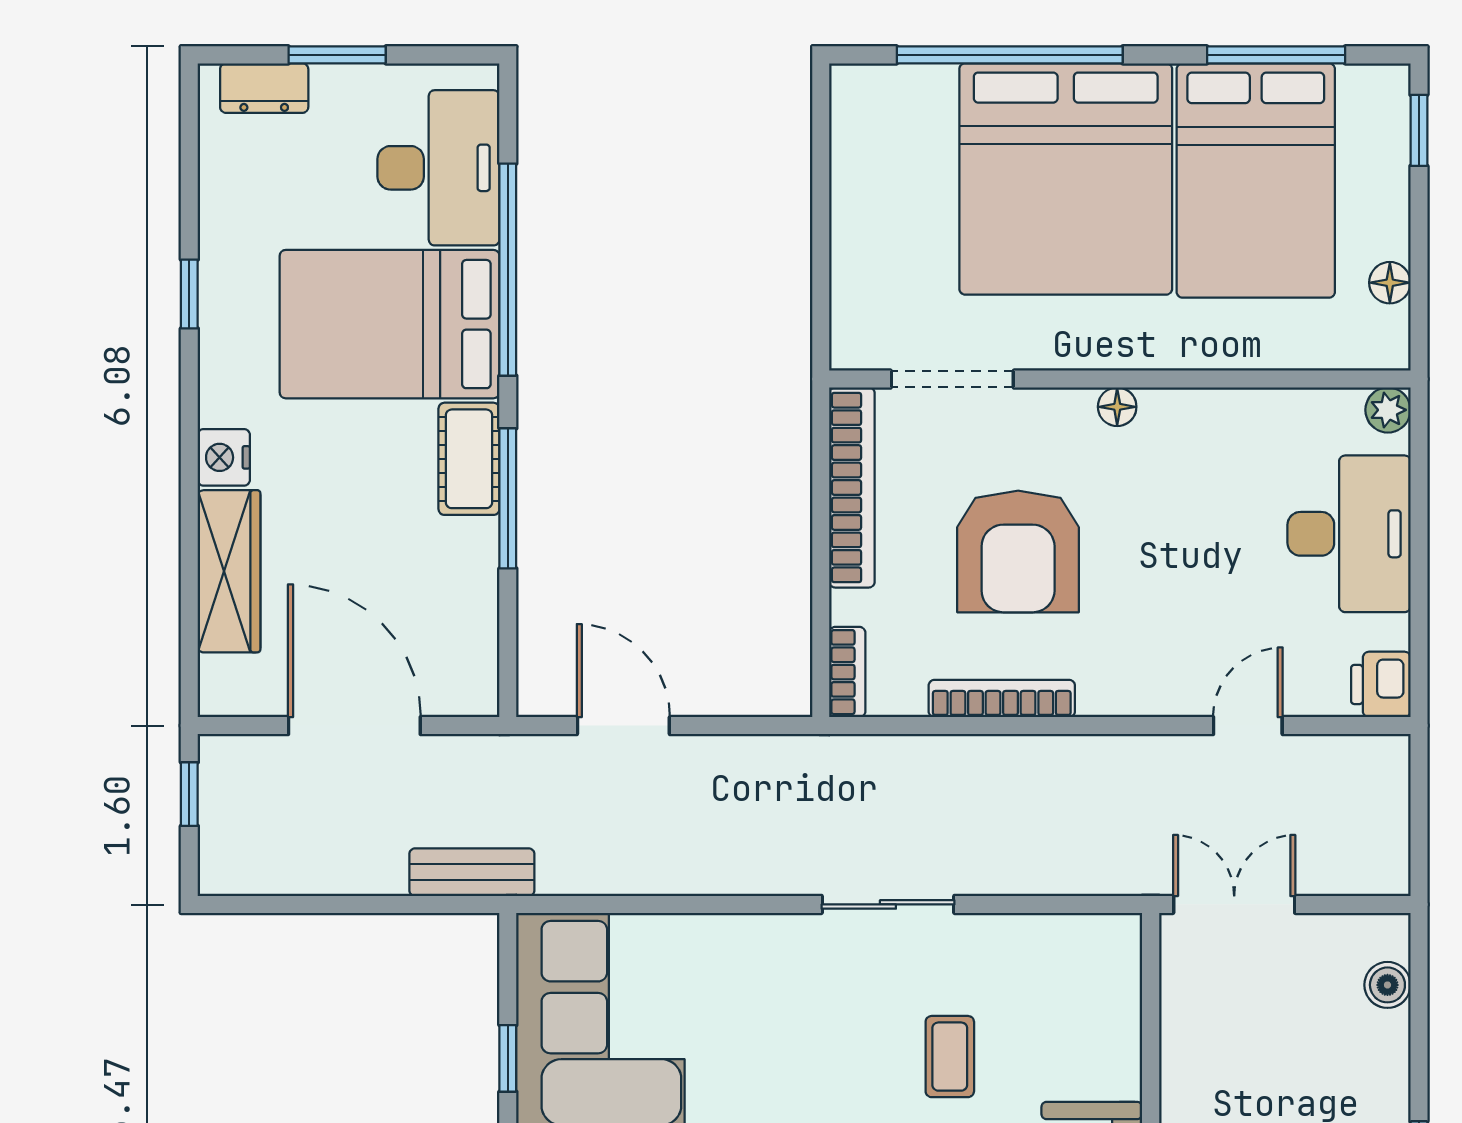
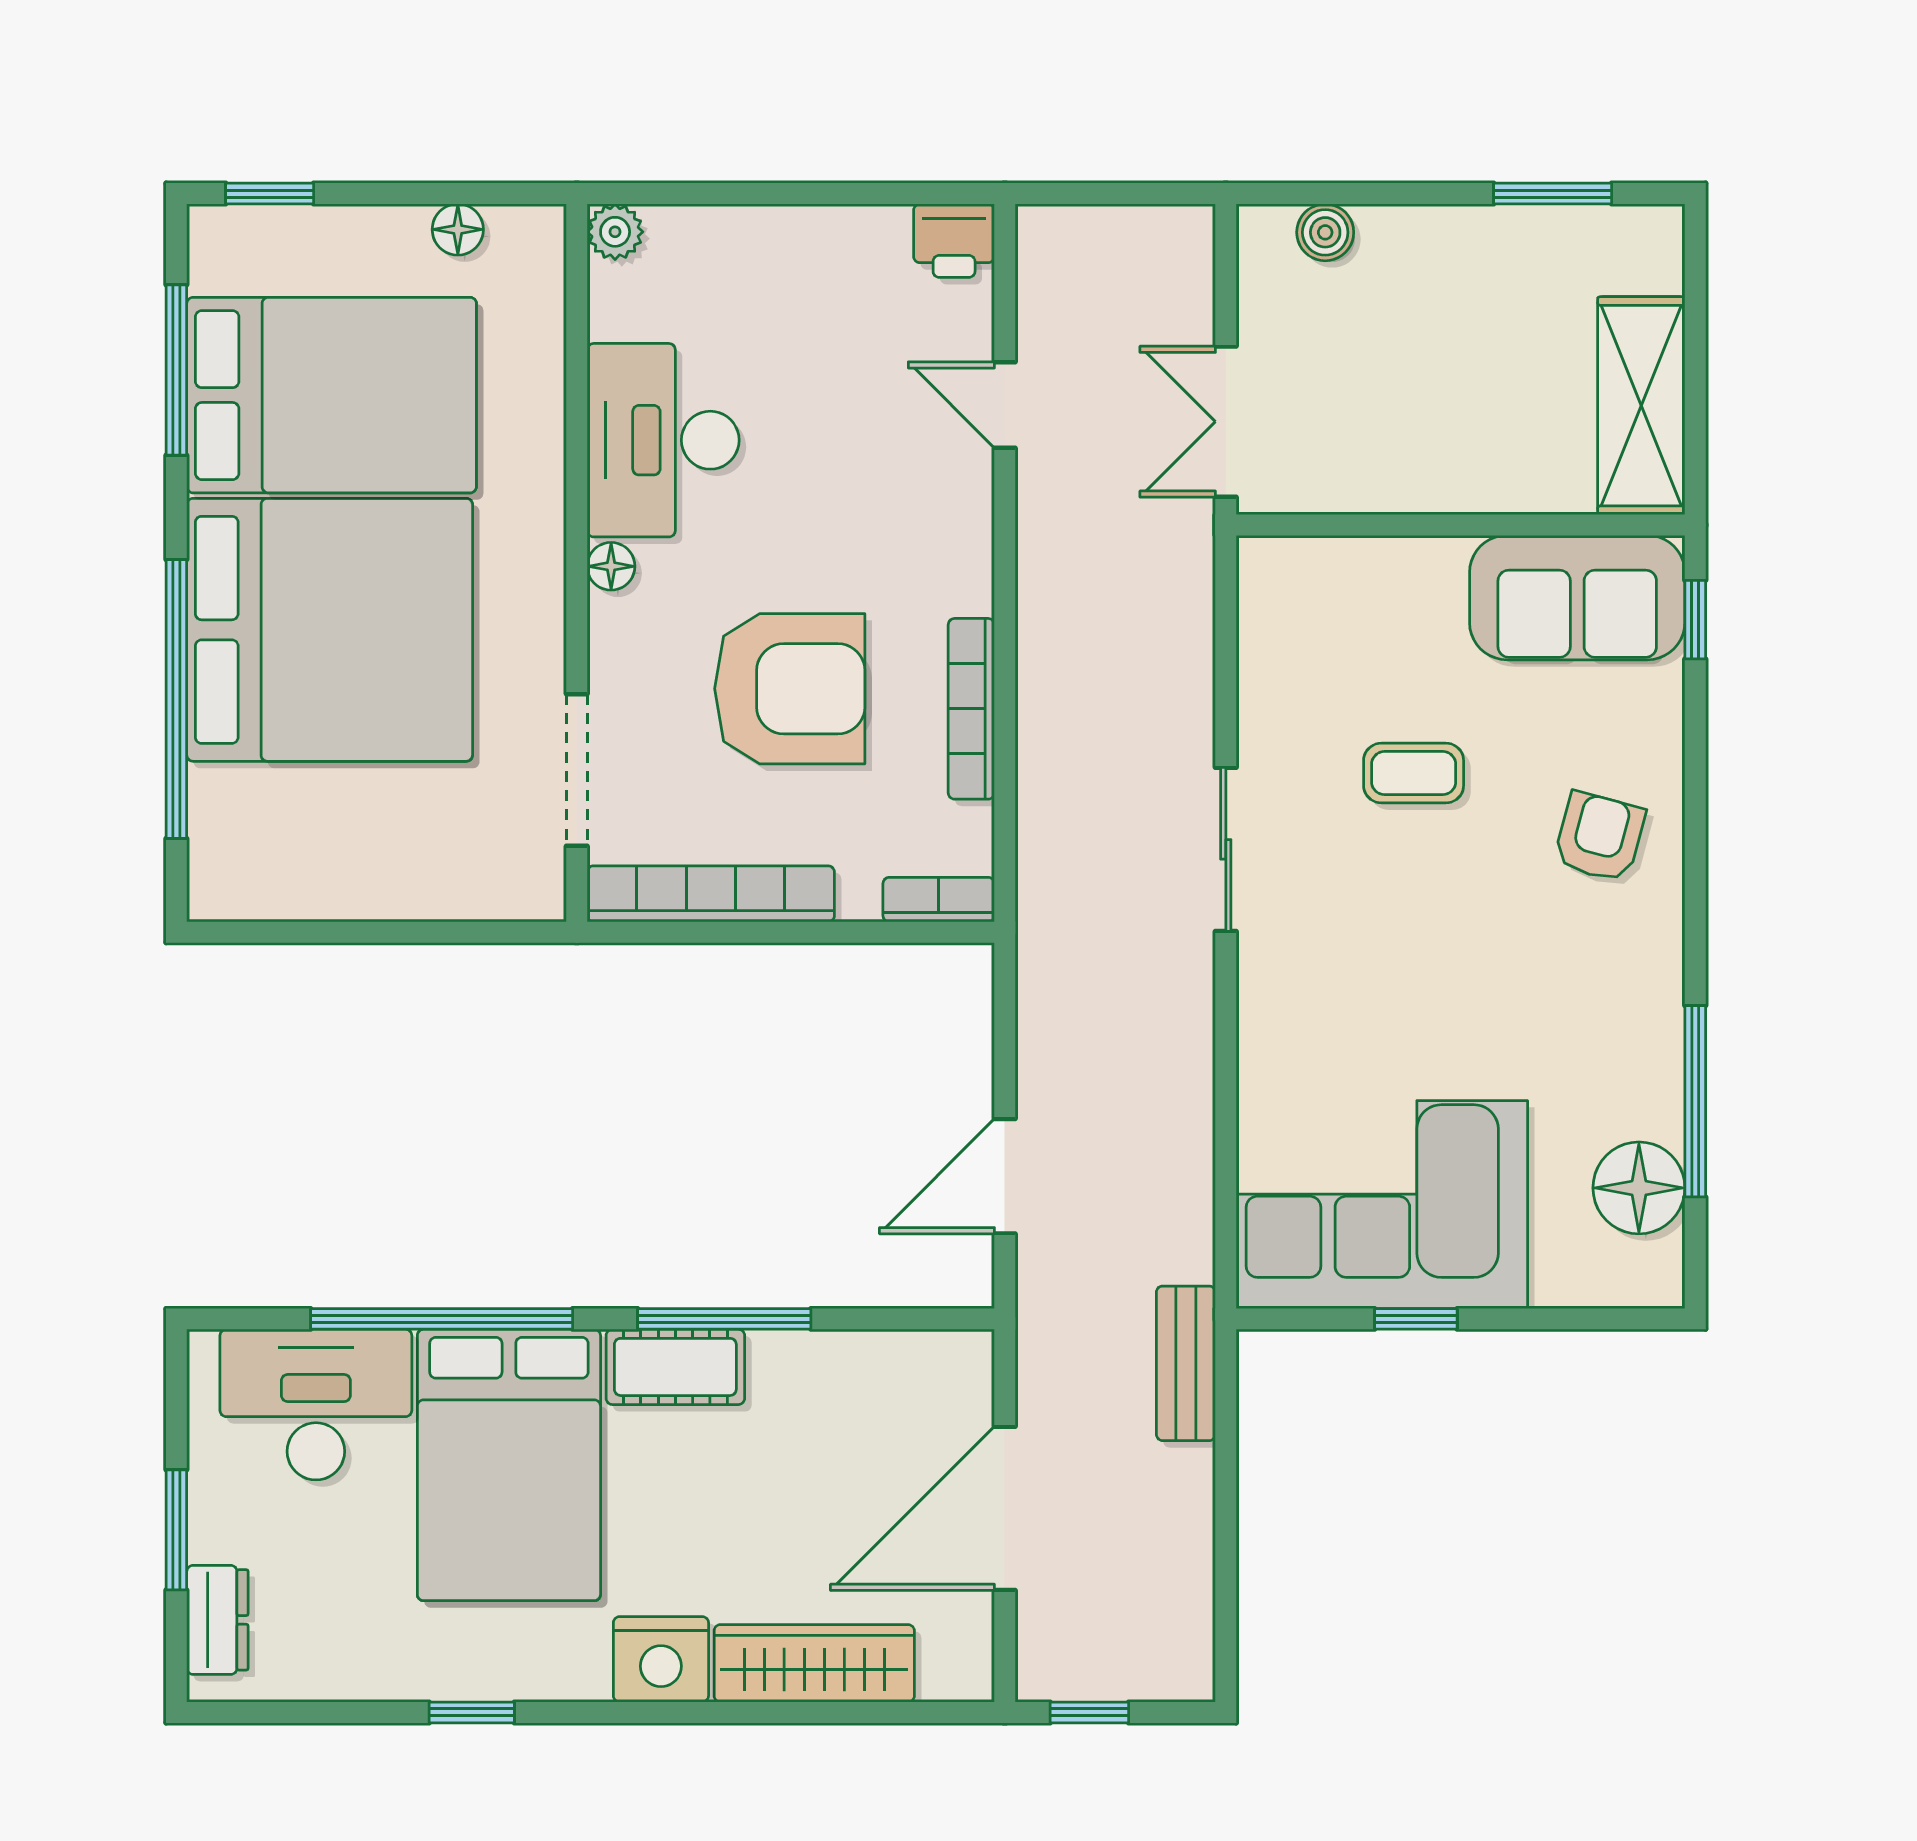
nightstand: (224, 457) -> (661, 1659), width x1.36, depth x1.33
desk: (1349, 534) -> (663, 440), moved, turned -90

